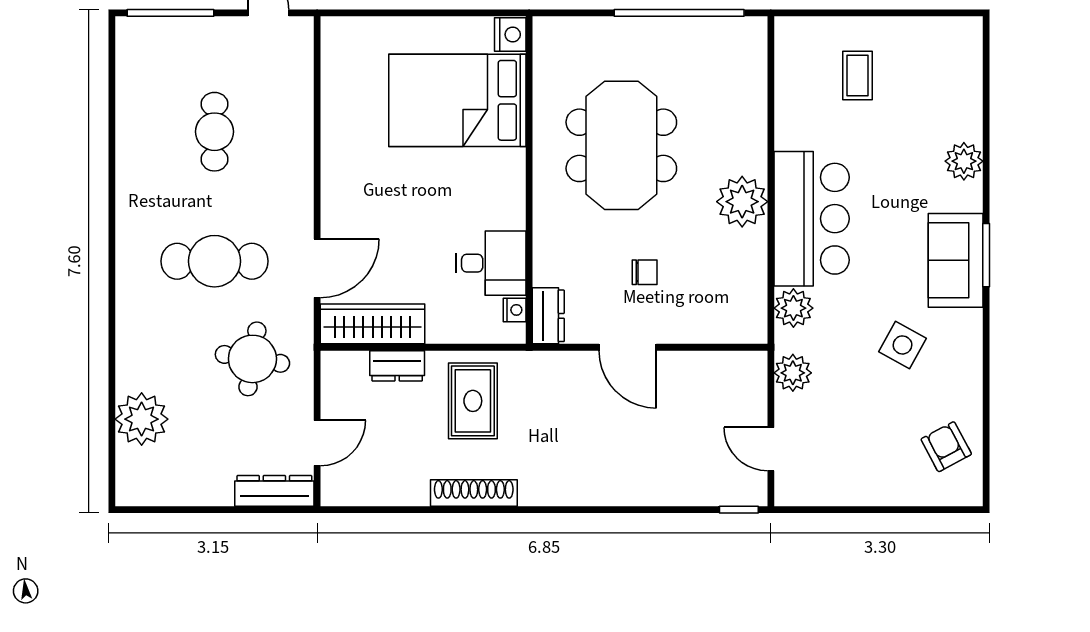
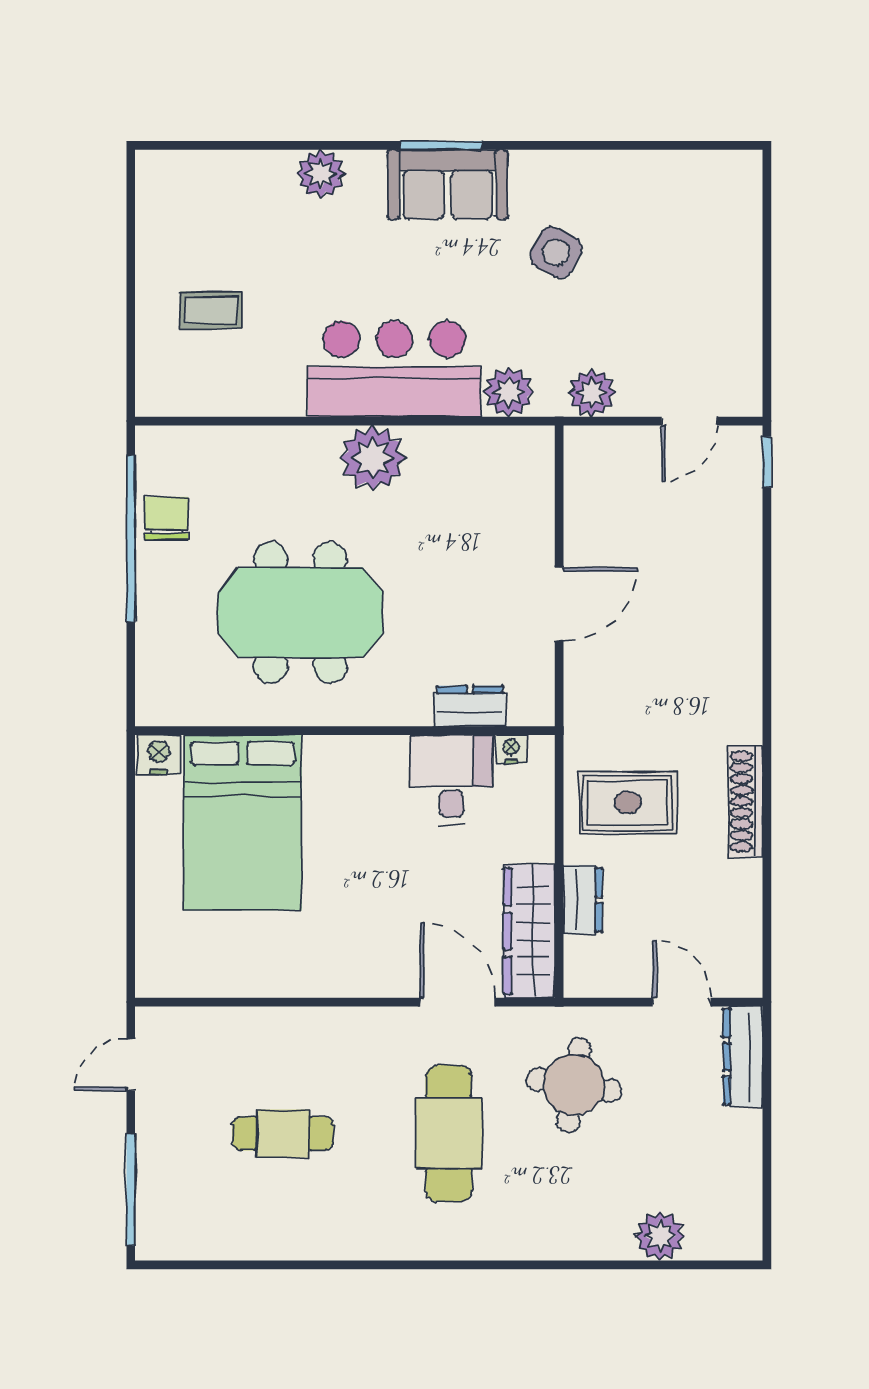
chair: (645, 272) -> (167, 519), moved, width x1.37, depth x1.37
dresser: (548, 316) -> (470, 706), moved
plant: (142, 419) -> (660, 1236), width x0.73, depth x0.73
armchair: (946, 447) -> (686, 197), removed

